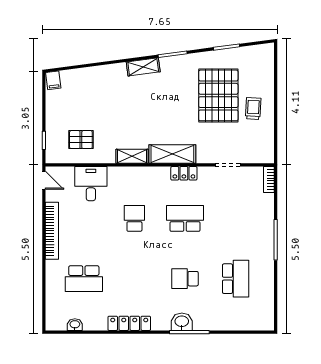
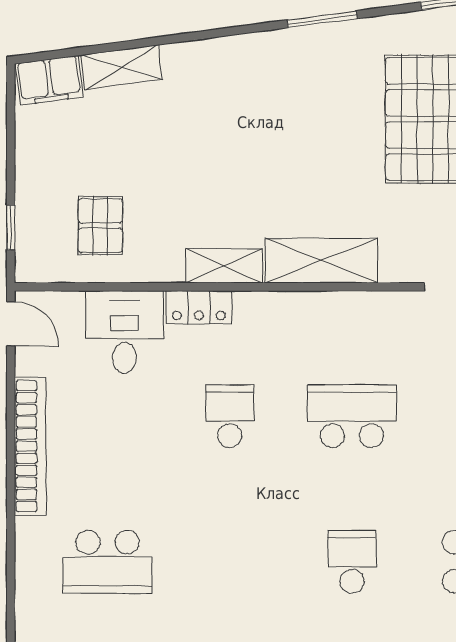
shelving: (143, 67) -> (122, 67), moved
filing cabinet: (53, 80) -> (49, 80), width x2.00
pallet: (81, 140) -> (100, 226), turned 90
locker: (184, 173) -> (199, 307), moved
school desk: (185, 279) -> (352, 562), turned 90

